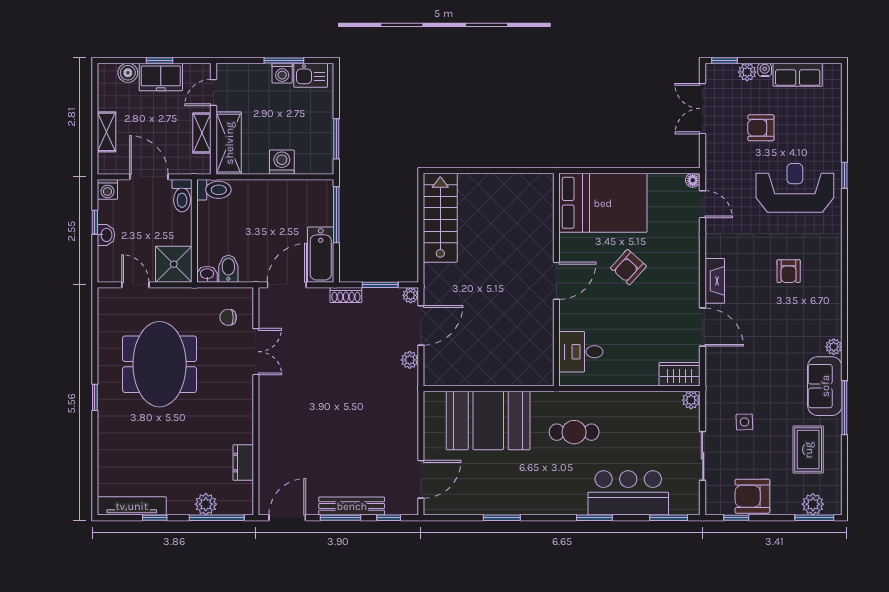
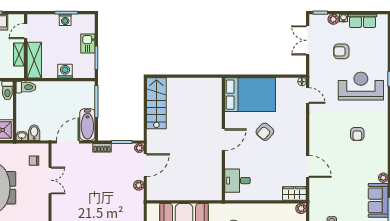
kitchen sink: (311, 75) -> (88, 43), moved, turned 90
fireplace: (715, 281) -> (315, 140), removed

